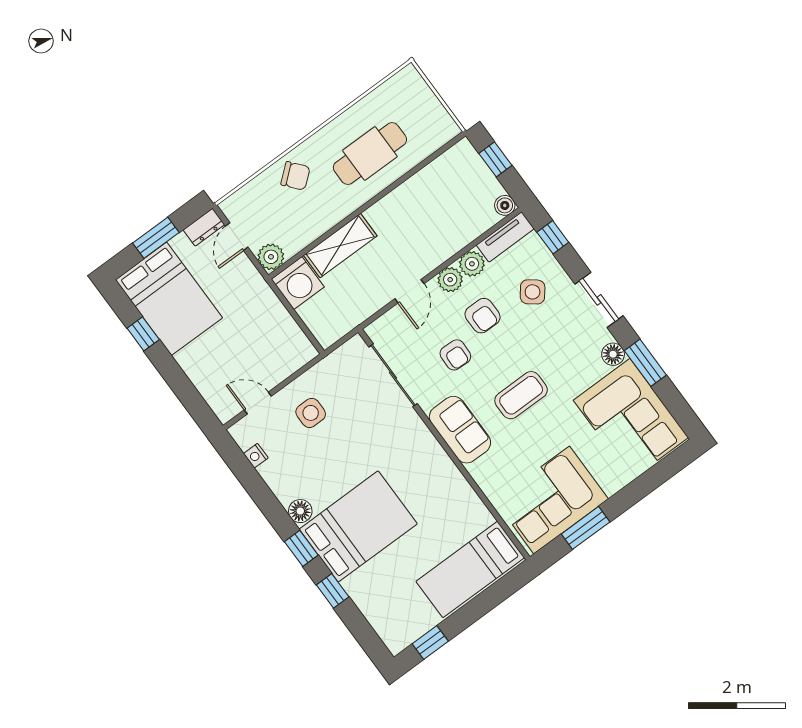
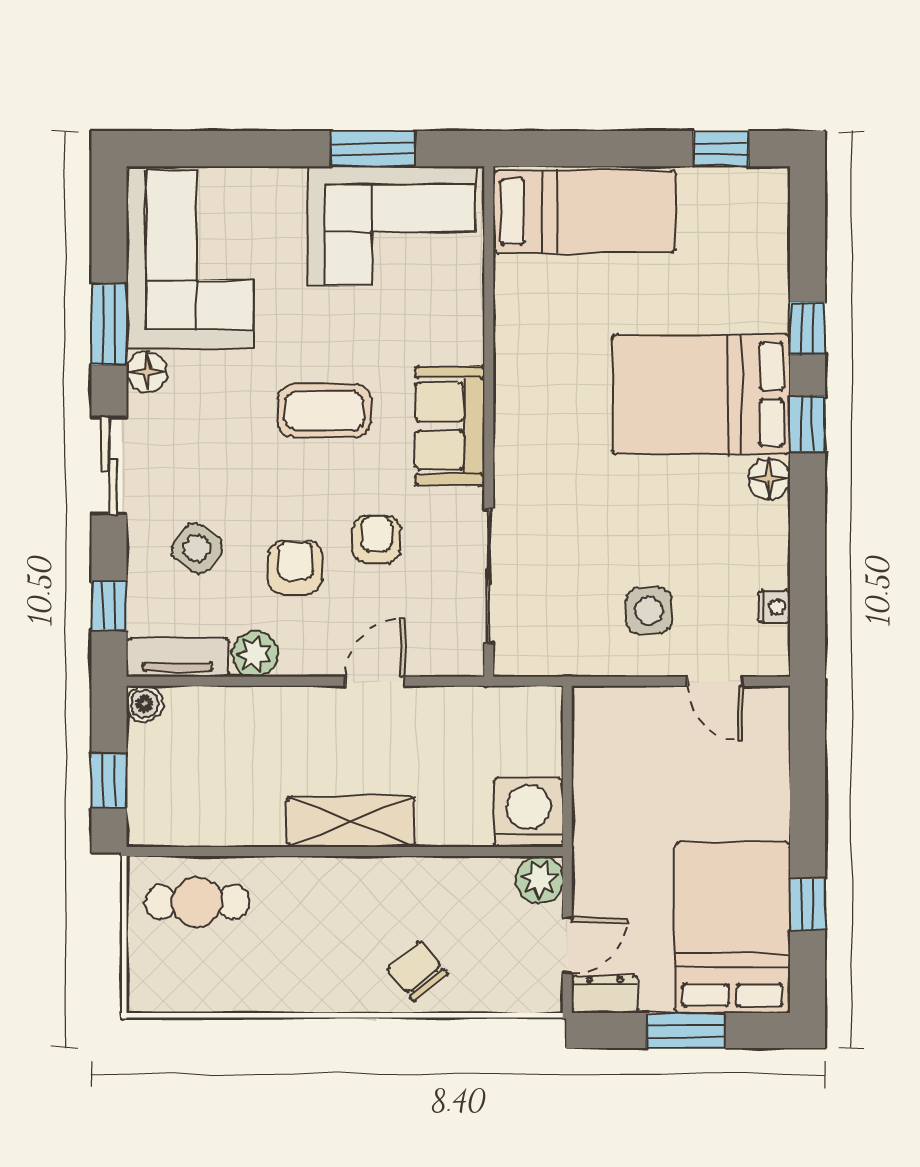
cafe table: (370, 154) -> (197, 902), moved, width x0.73, depth x0.74
shelving: (340, 246) -> (351, 822), moved
plant: (450, 280) -> (303, 654), removed

